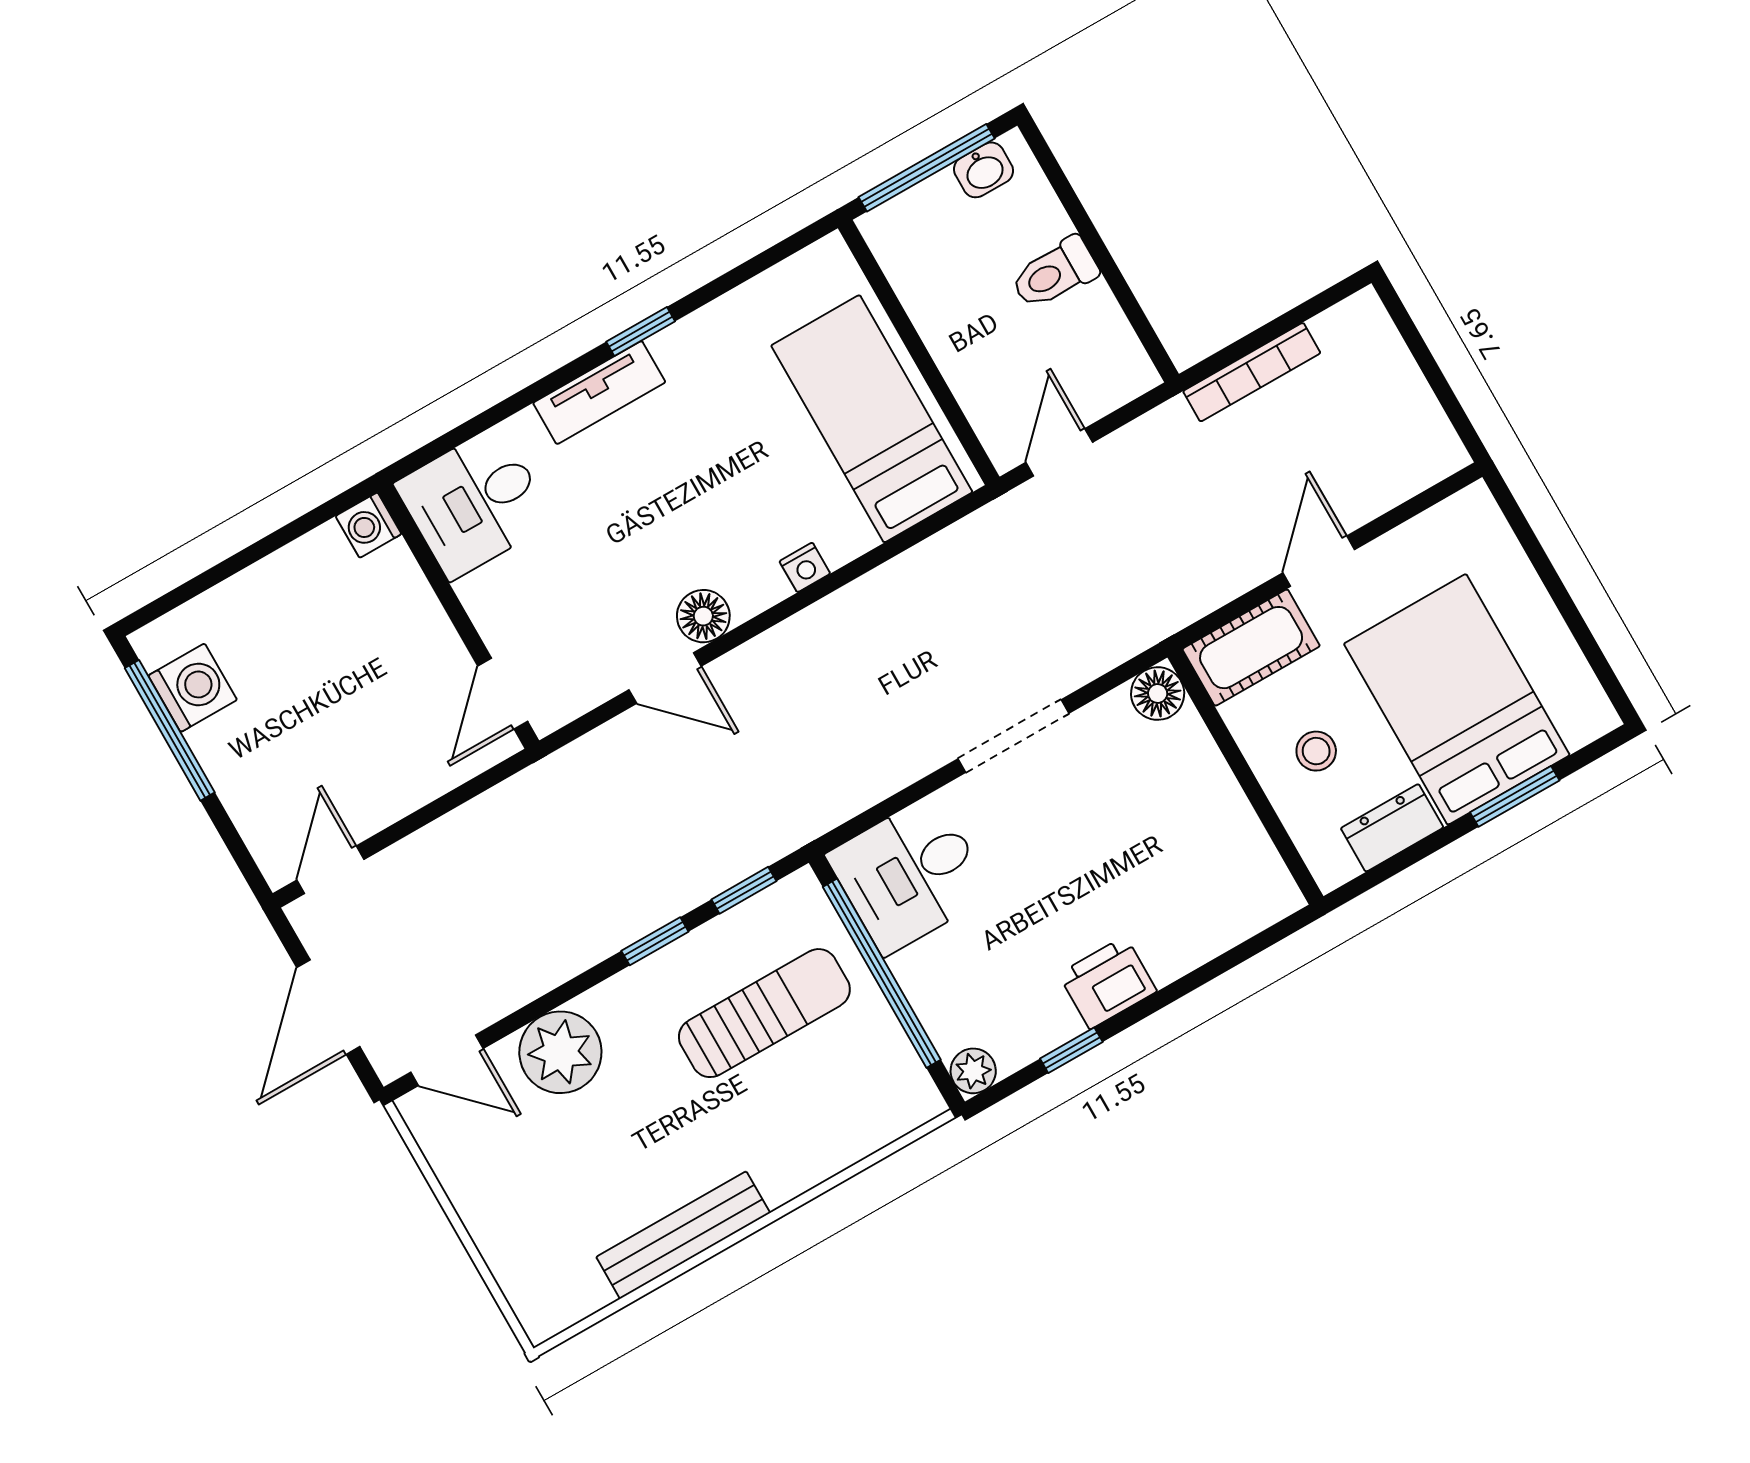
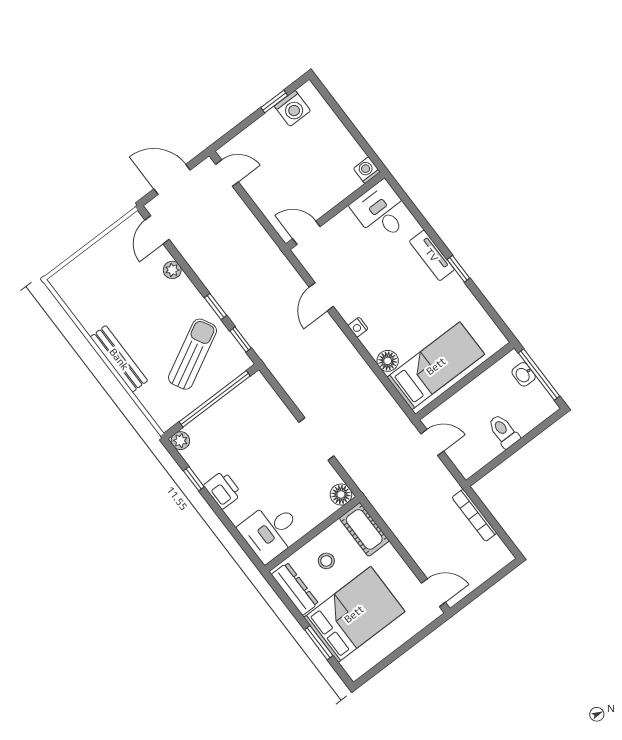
washbasin: (983, 170) -> (524, 374), moved
door: (1319, 561) -> (433, 593), moved
nightstand: (805, 567) -> (358, 327), moved
floor lamp: (703, 616) -> (388, 361), moved
window: (170, 730) -> (274, 102), width x0.46
dresser: (1392, 828) -> (295, 589), width x1.44
desk: (909, 874) -> (271, 531), moved, turned -90
sun lounger: (764, 1013) -> (192, 354), turned -118
plant: (560, 1052) -> (172, 270), width x0.53, depth x0.53
bench: (683, 1235) -> (119, 359), moved

